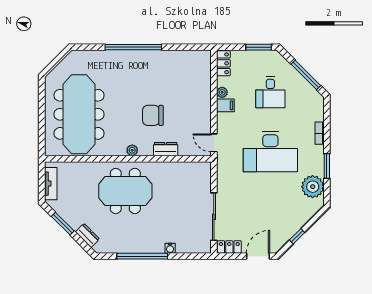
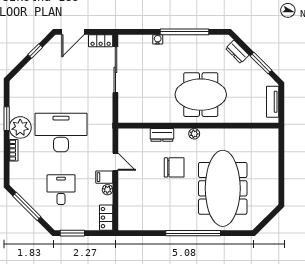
meeting table: (79, 114) -> (223, 188), moved
door: (214, 143) -> (115, 162), moved
plant: (313, 187) -> (20, 127), moved

